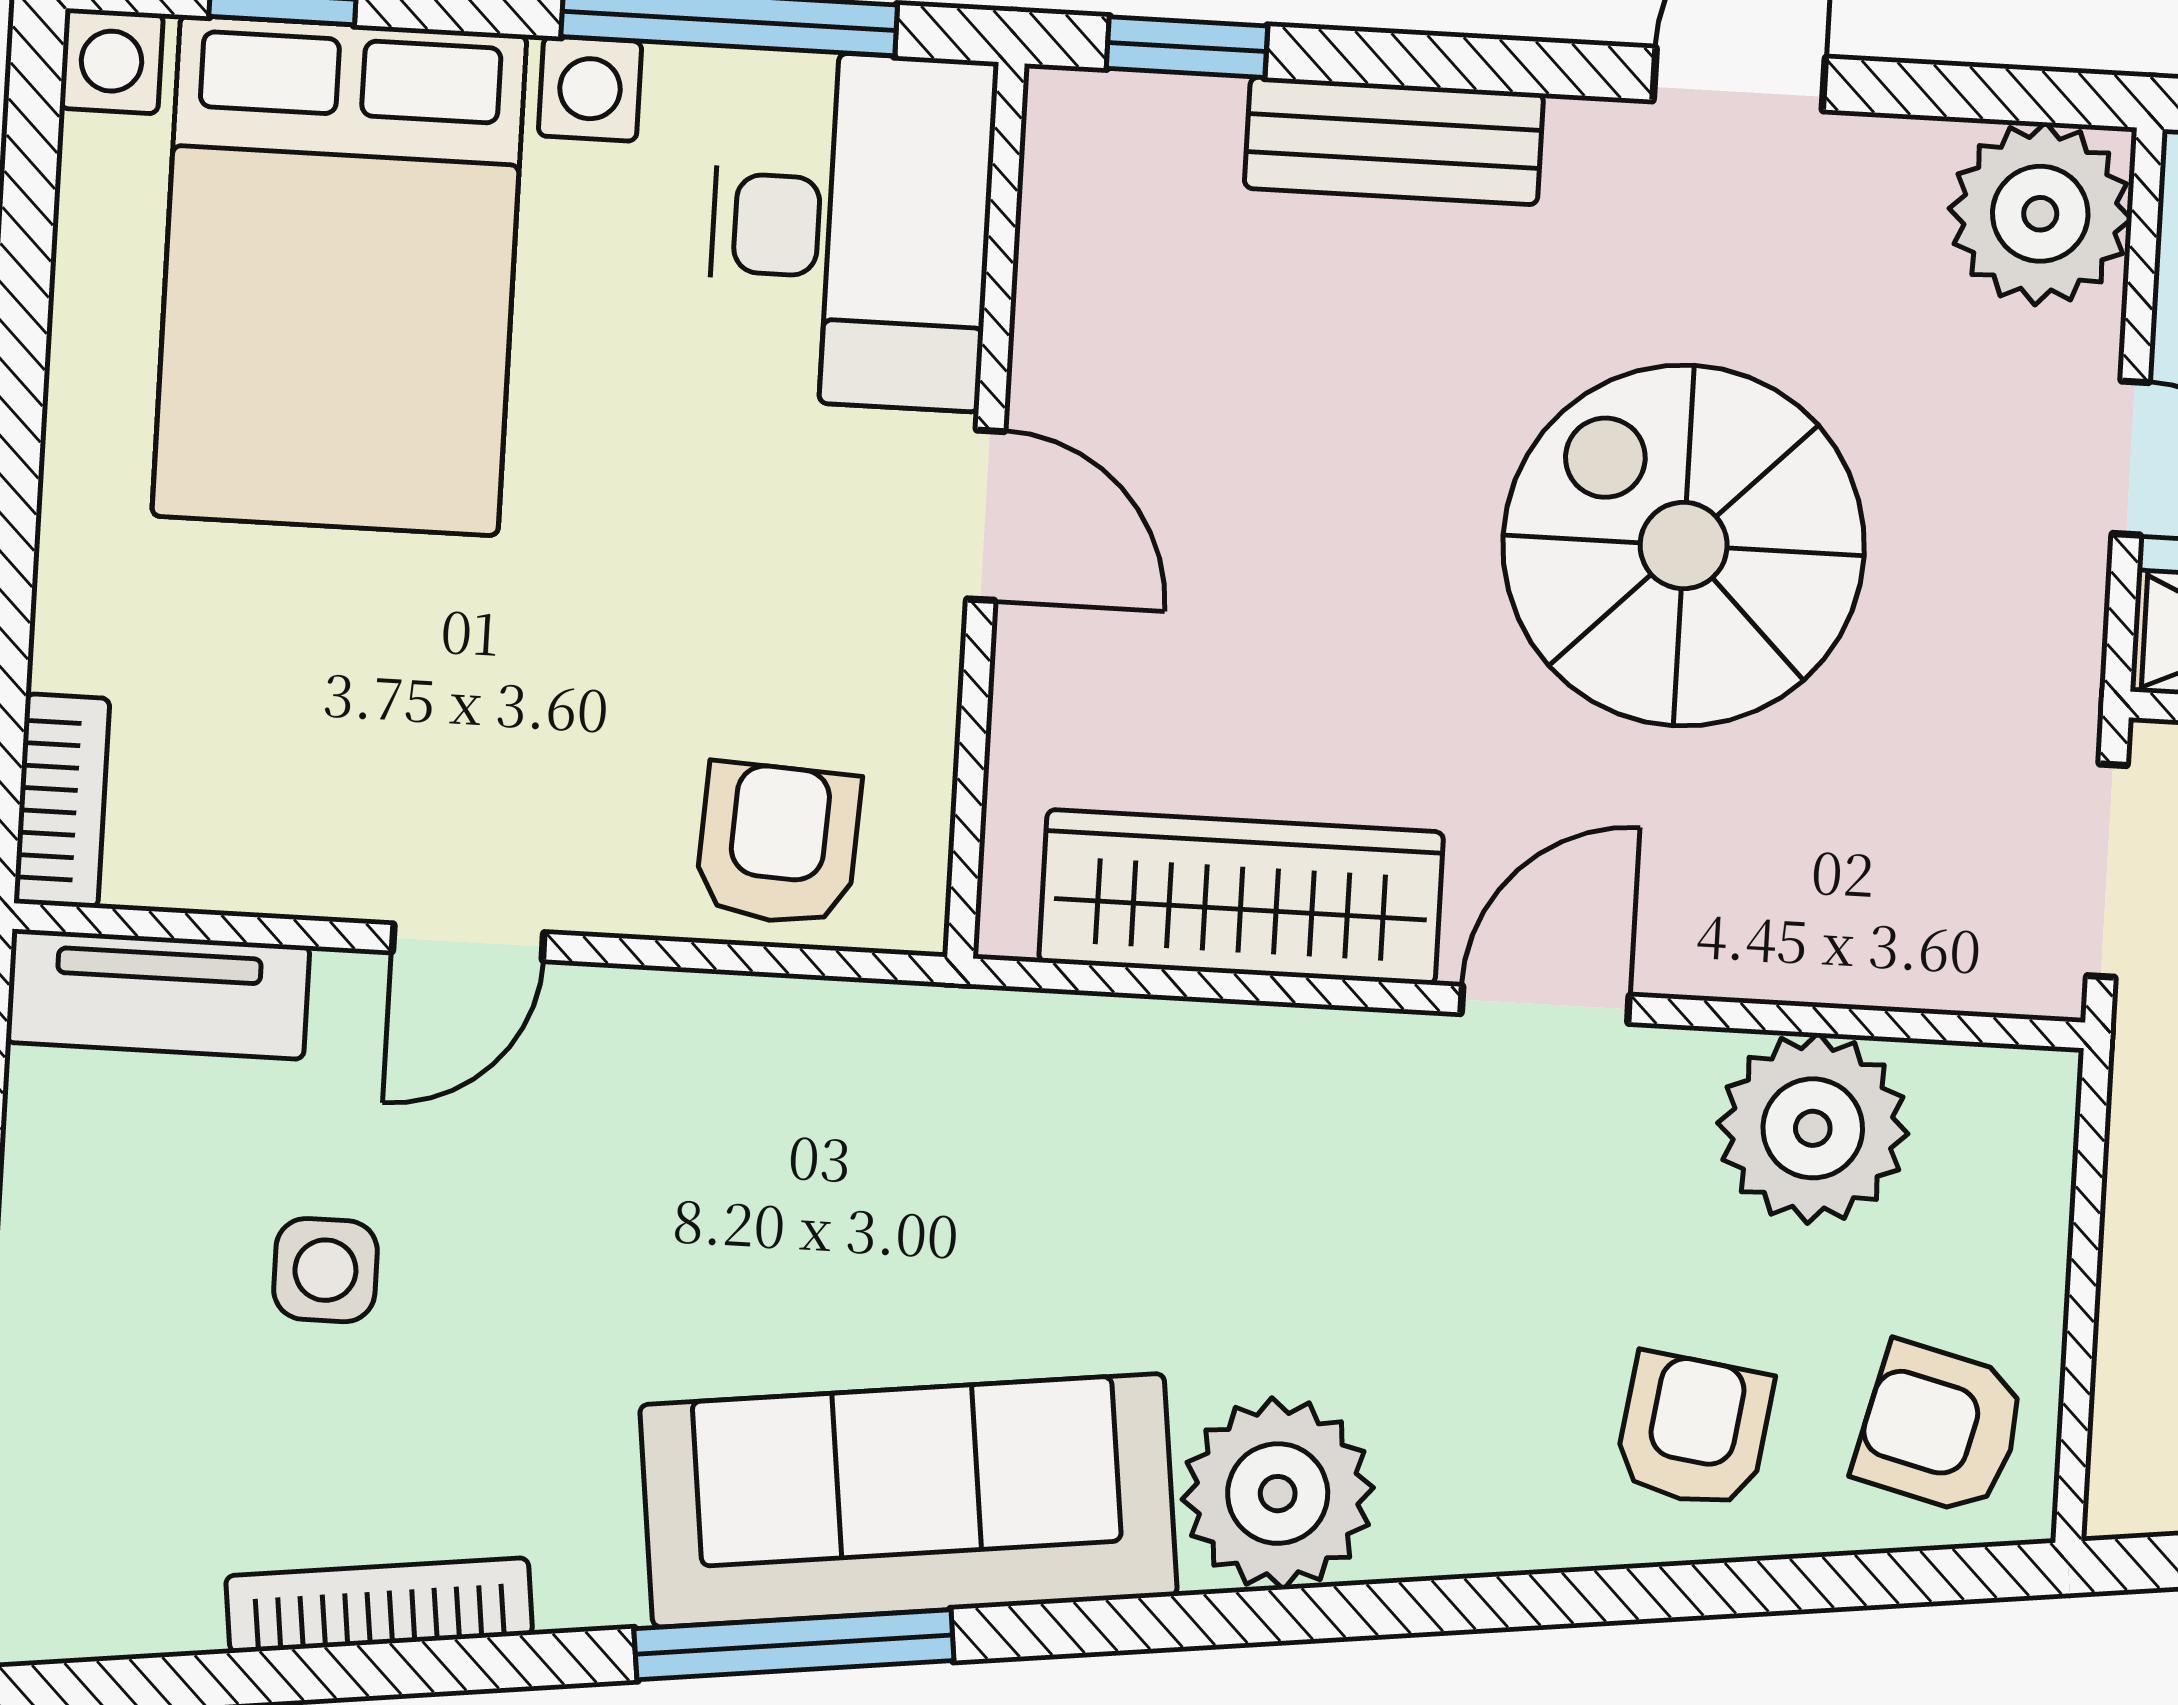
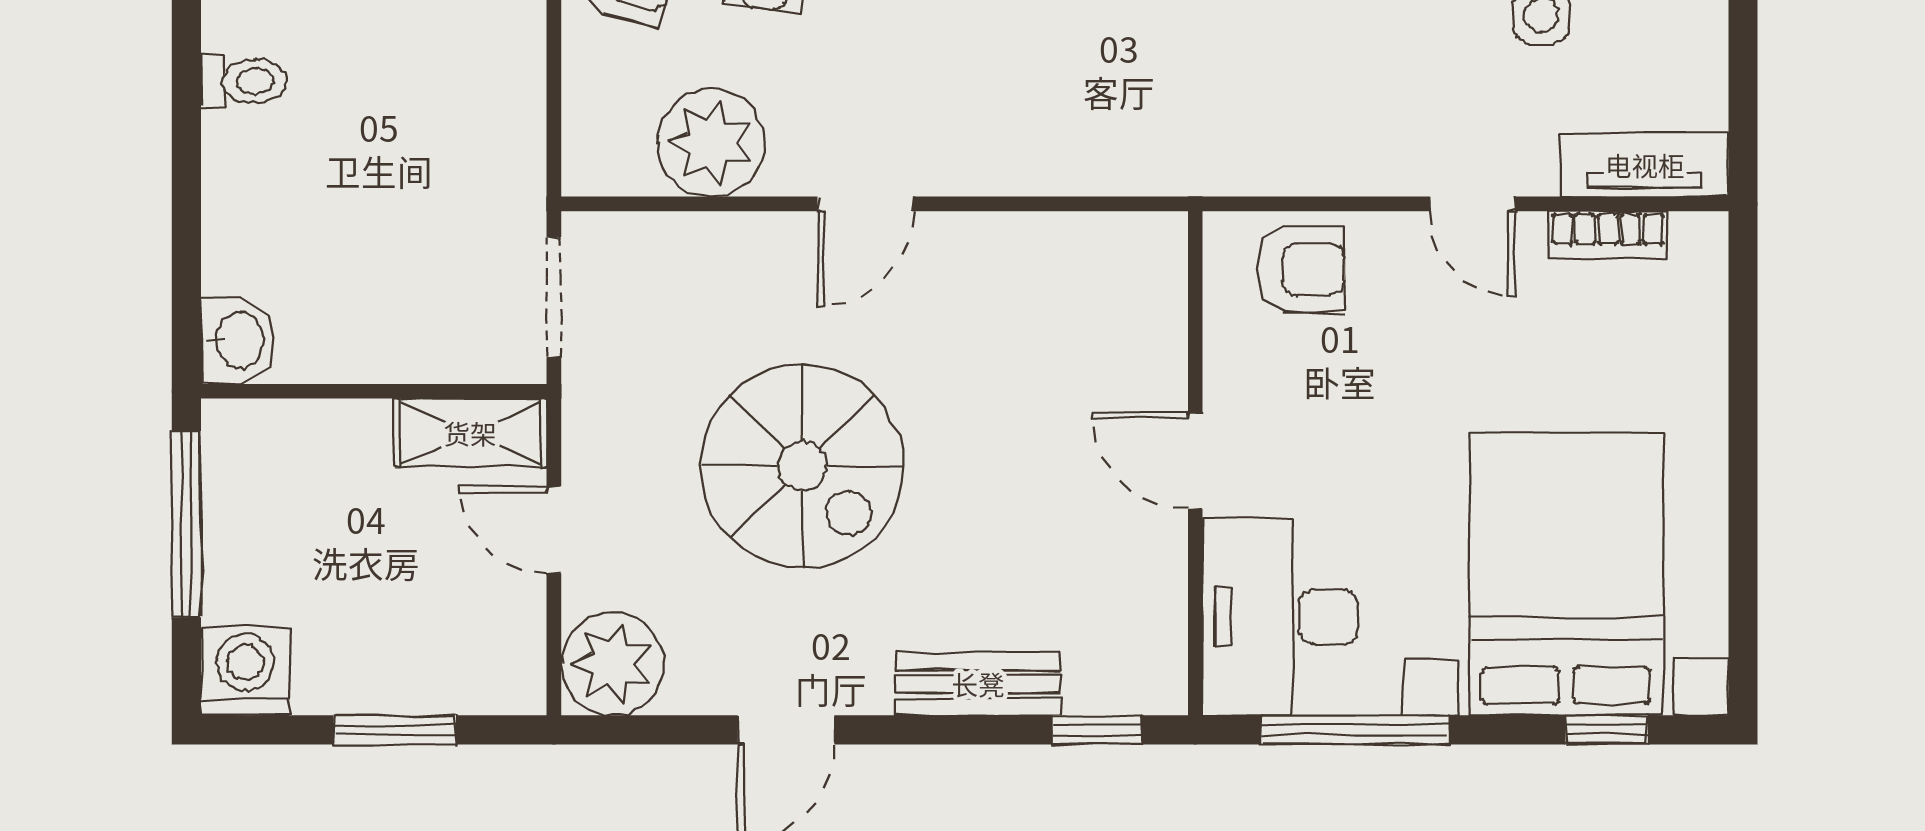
bookcase: (62, 801) -> (1608, 235), moved, turned -90
armchair: (778, 844) -> (1301, 269), turned -93
wardrobe: (1241, 897) -> (1039, 254), removed
door: (468, 942) -> (1472, 204), swing flipped

